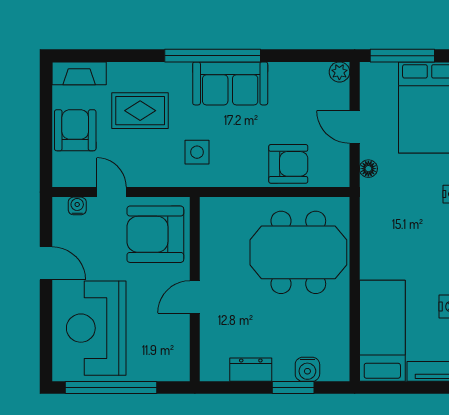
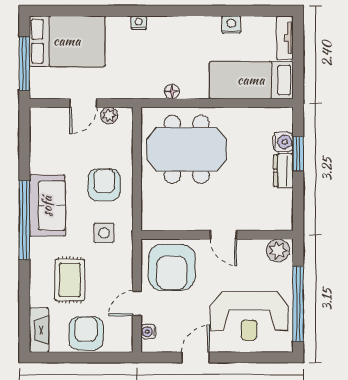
plant: (339, 72) -> (109, 115), moved
armchair: (75, 130) -> (86, 333), turned 90
armchair: (288, 164) -> (104, 185), moved
floor lamp: (368, 169) -> (172, 92), moved
meeting table: (298, 252) -> (187, 149), turned 90
plant: (176, 363) -> (278, 250), added
dresser: (251, 370) -> (283, 171), moved

